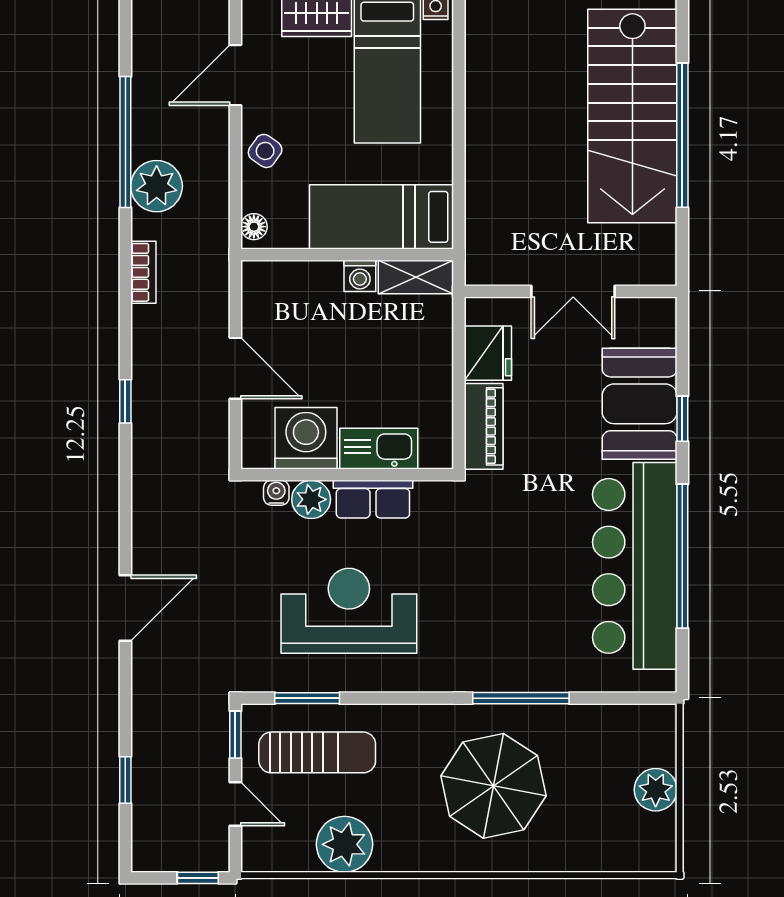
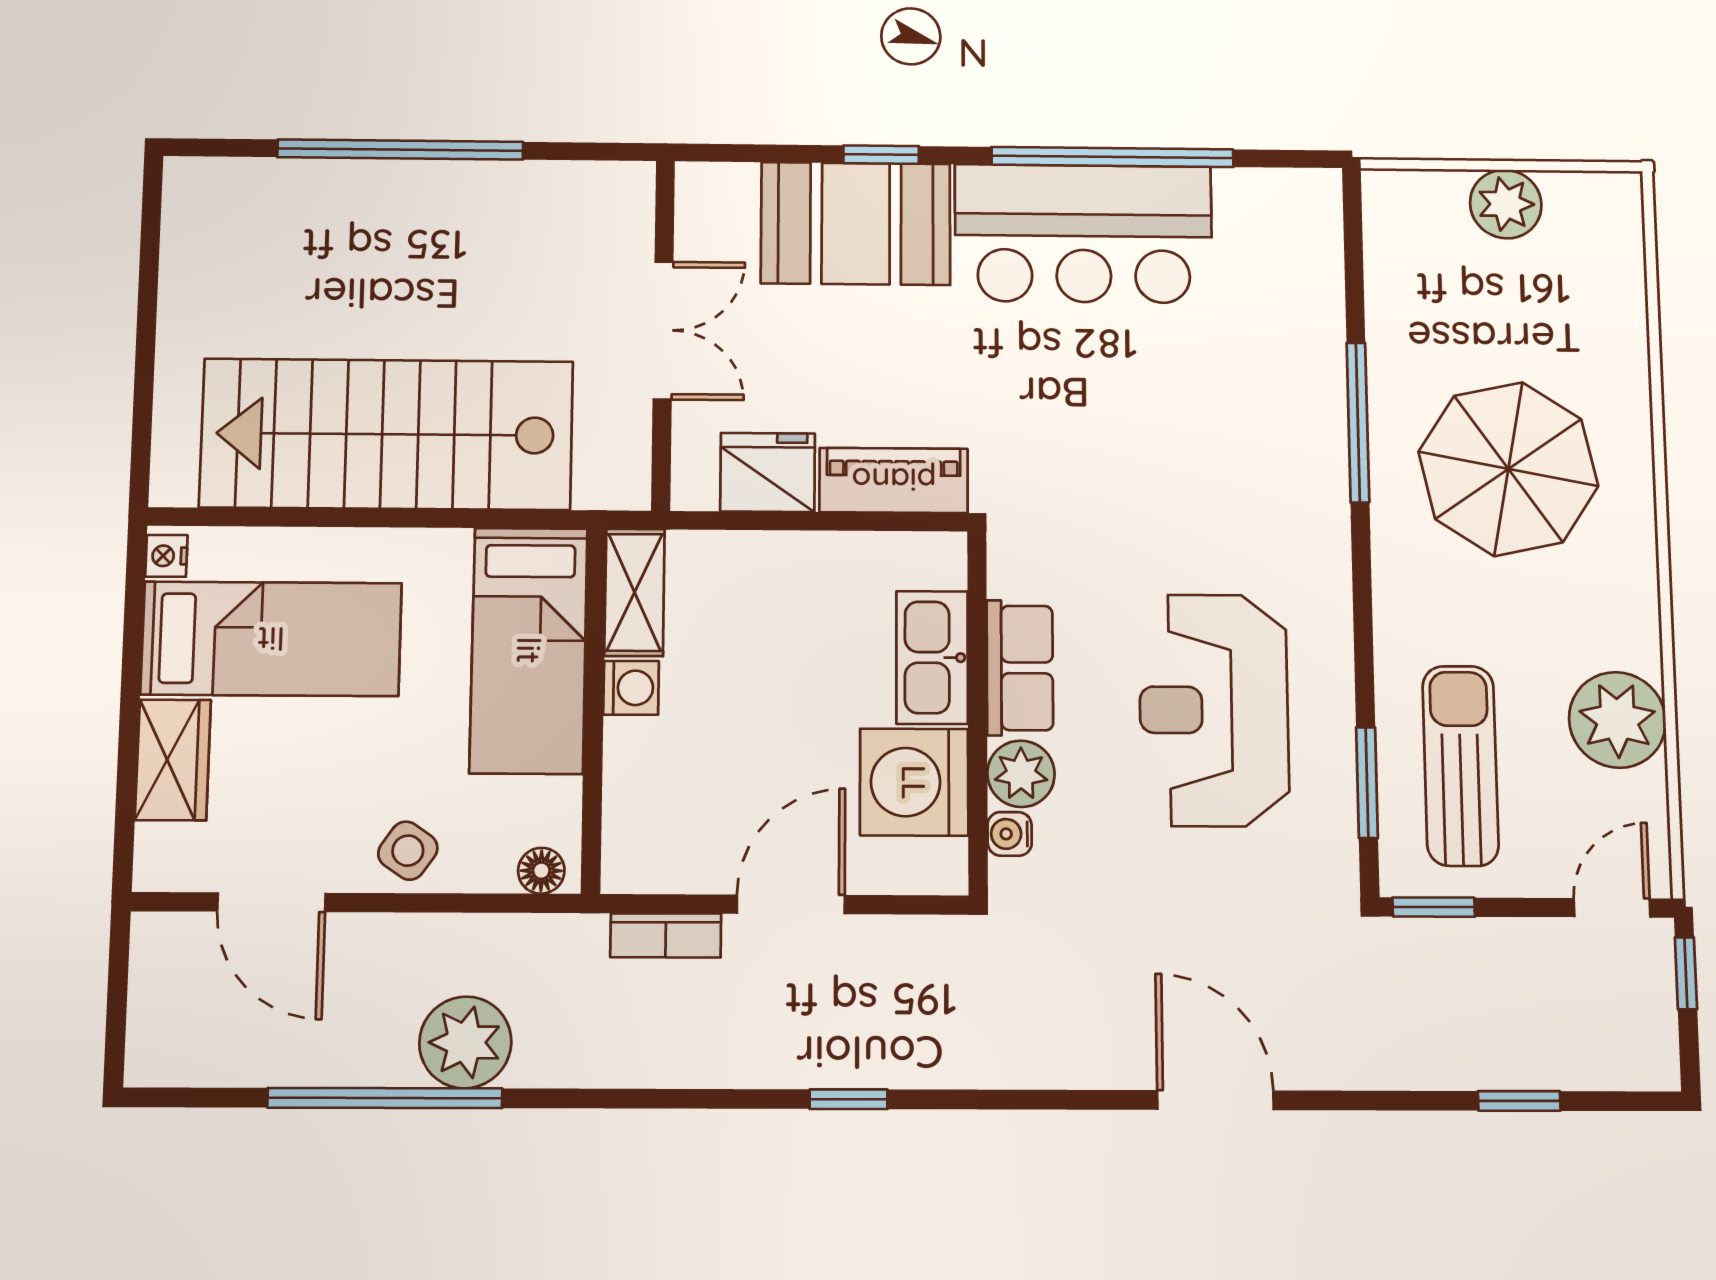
stairs: (632, 116) -> (387, 434), moved, turned 180
bookcase: (143, 272) -> (666, 935), moved, turned 180
bar counter: (635, 566) -> (1083, 234), width x0.73
door: (235, 804) -> (1612, 908), moved

